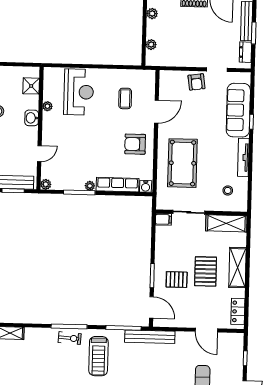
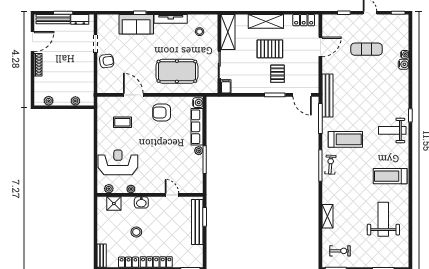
sofa: (238, 110) -> (136, 24), width x0.73
armchair: (135, 144) -> (162, 113), turned 90
plant: (46, 184) -> (109, 189), moved
door: (151, 307) -> (302, 95), swing flipped

